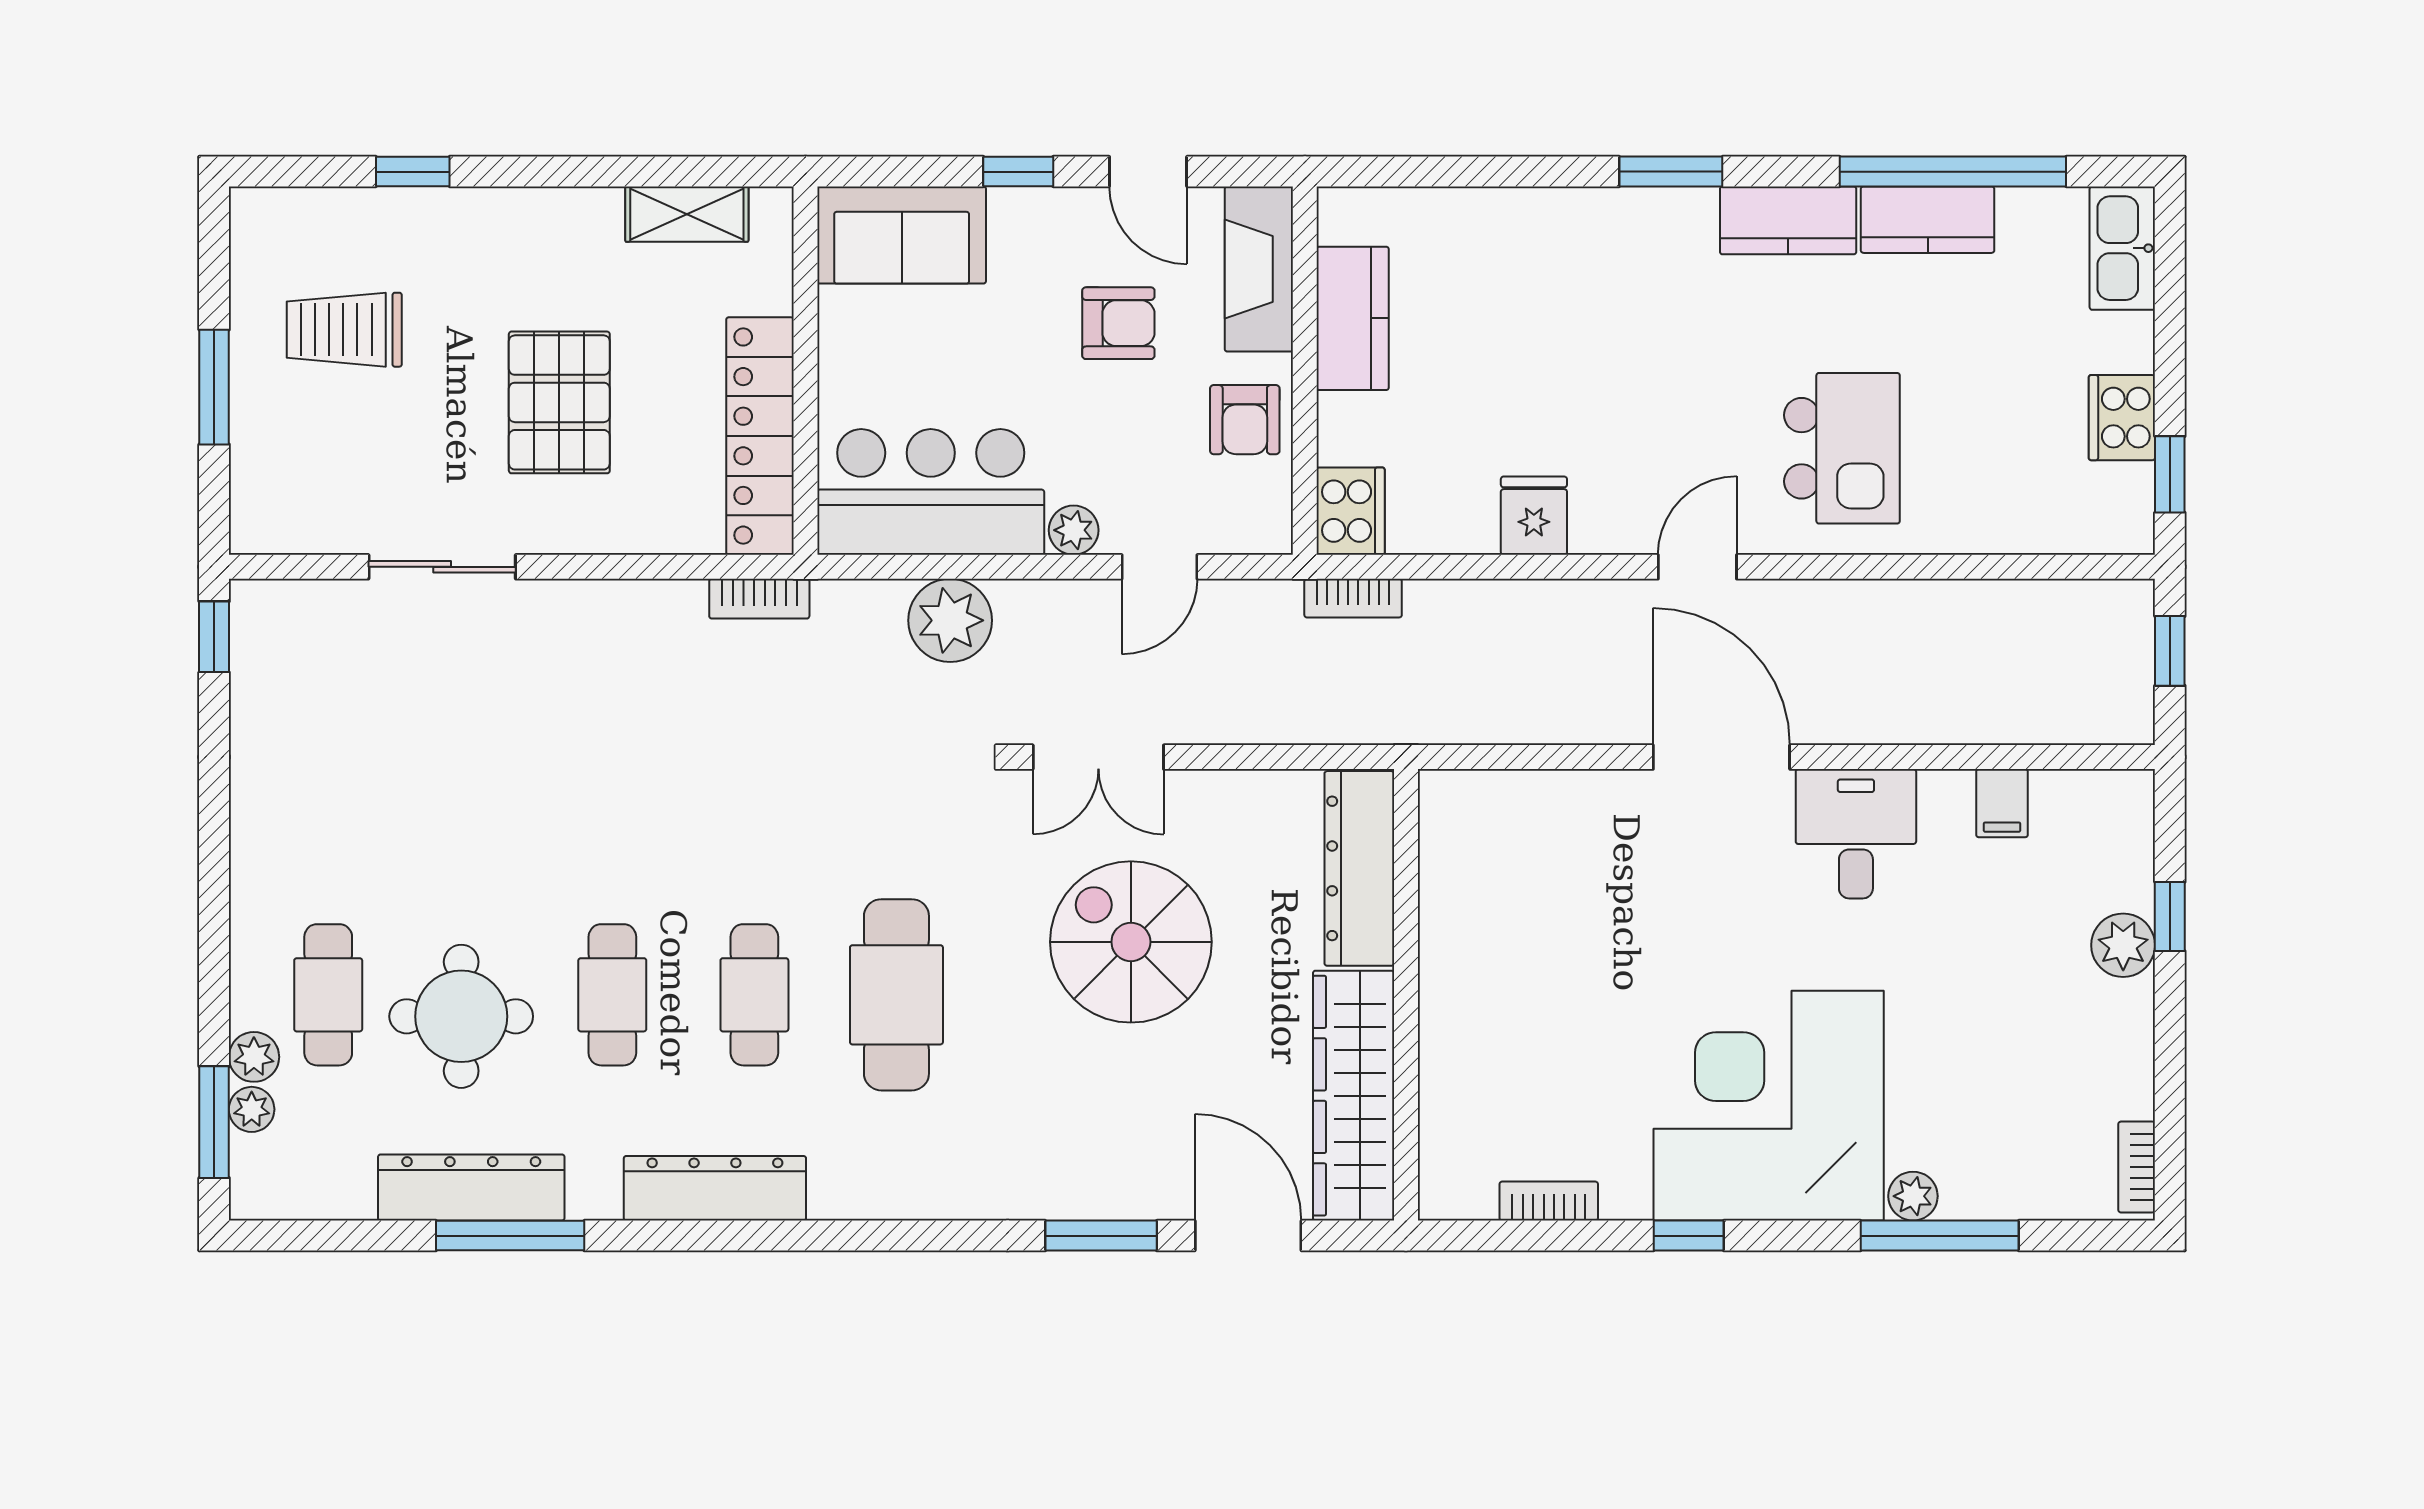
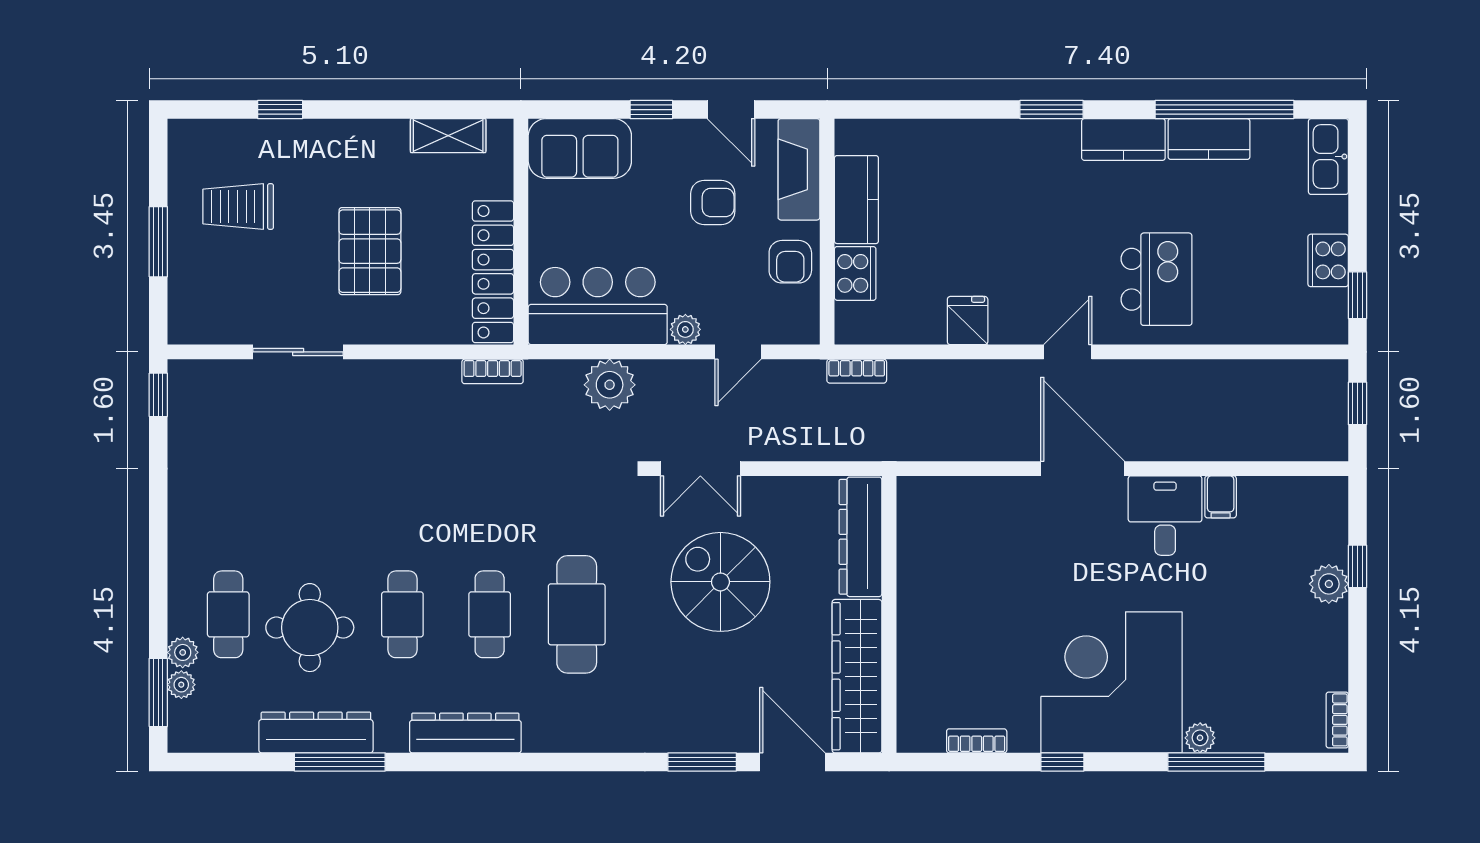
cooker: (1351, 511) -> (855, 273), moved
filing cabinet: (2002, 803) -> (1221, 497), moved

